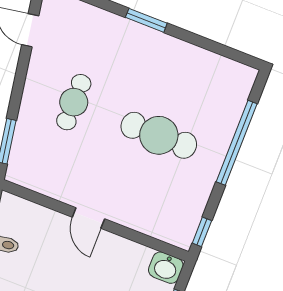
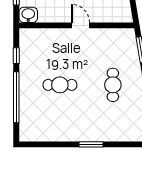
cafe table: (159, 135) -> (60, 85), width x0.73, depth x0.74
window: (202, 232) -> (16, 56), moved

